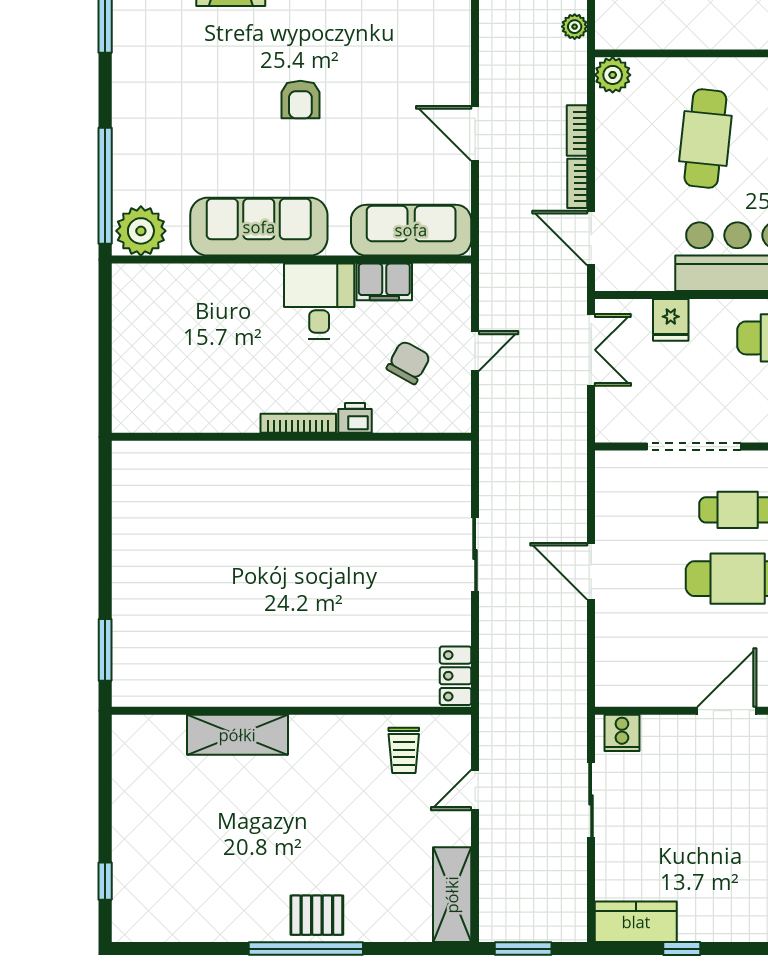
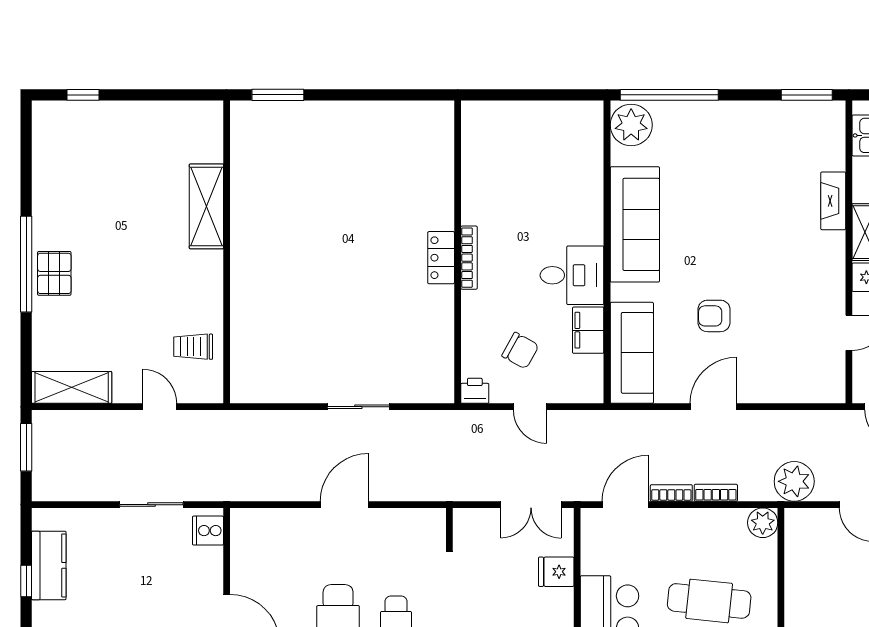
plant: (575, 27) -> (794, 481), width x1.87, depth x1.87
armchair: (300, 99) -> (714, 316), moved
printer: (355, 418) -> (475, 391), moved, turned -90
locker: (455, 676) -> (441, 258), moved, turned -90
kitchen counter: (636, 922) -> (49, 565), moved

